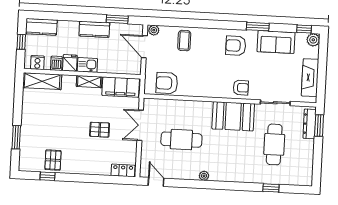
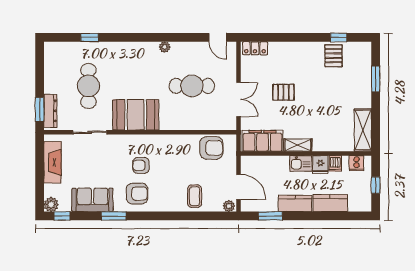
kitchen counter: (41, 27) -> (330, 203), moved
shelving: (42, 81) -> (363, 130), moved, turned 90
armchair: (241, 88) -> (141, 165), moved

